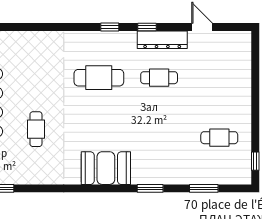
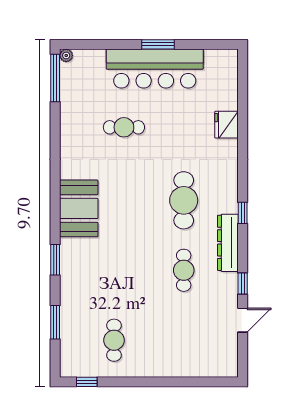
window: (147, 27) -> (243, 283), moved
dresser: (162, 40) -> (228, 243), moved
fridge: (34, 41) -> (226, 125), added

